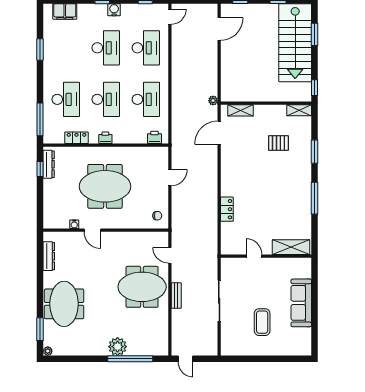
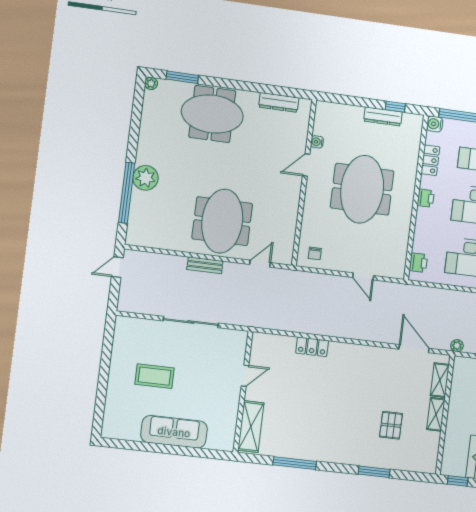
shelving: (299, 110) -> (436, 414), moved
water cooler: (49, 138) -> (435, 124), added
dresser: (49, 164) -> (383, 116), moved
window: (315, 198) -> (295, 463), moved

